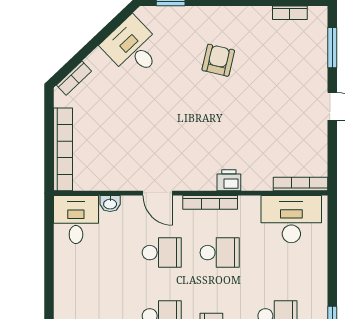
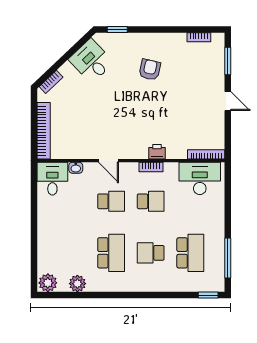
bookcase: (210, 202) -> (151, 167), width x0.64

